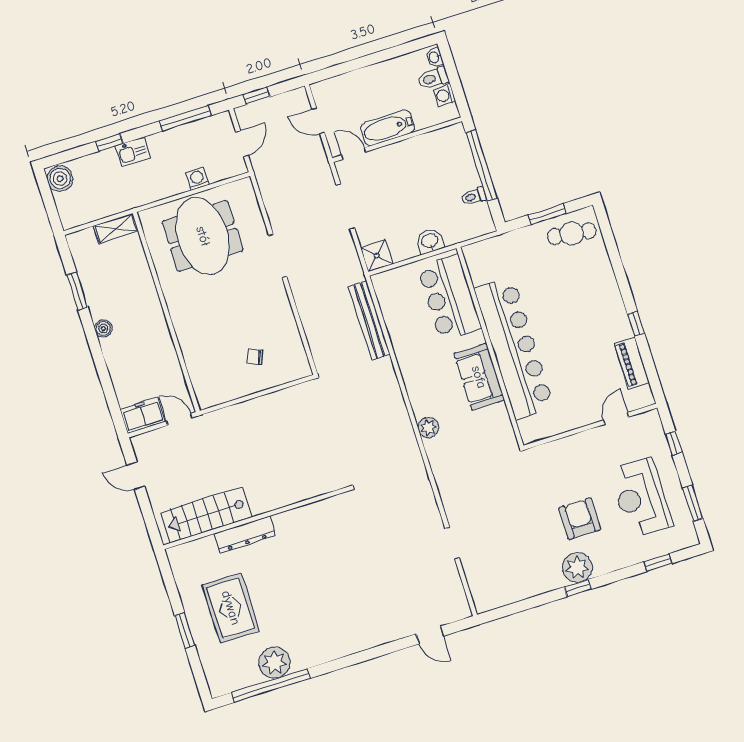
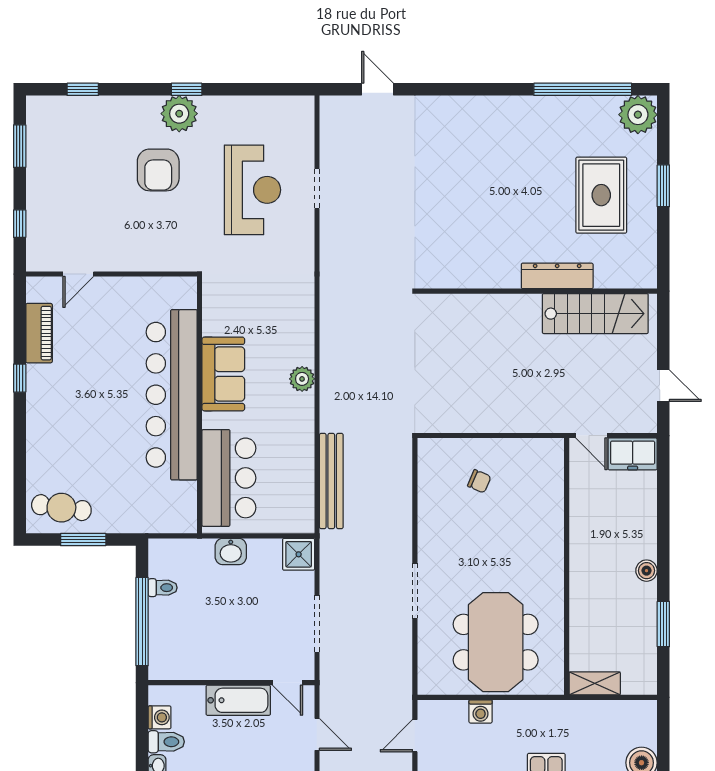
plant: (428, 428) -> (302, 379), moved
reception desk: (641, 498) -> (252, 190), moved
plant: (274, 663) -> (638, 115), moved

